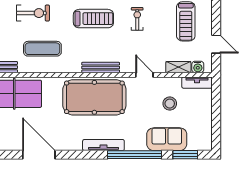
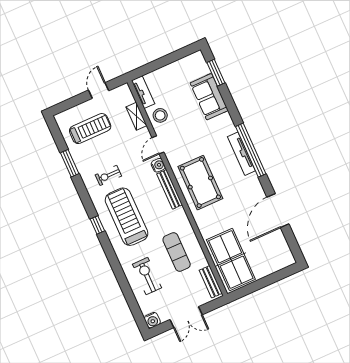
treadmill: (93, 19) -> (127, 217), width x1.37, depth x1.38
water cooler: (198, 67) -> (158, 165), moved
pool table: (94, 97) -> (200, 183), width x0.73, depth x0.76
stool: (170, 104) -> (160, 115), moved
window: (134, 155) -> (251, 150), moved

